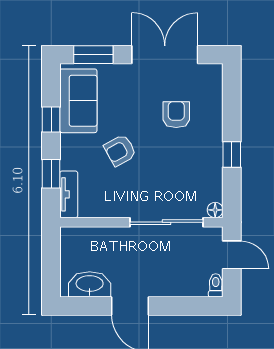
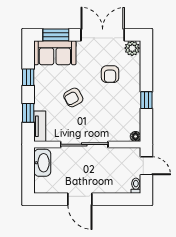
plant: (210, 75) -> (132, 48), added
sofa: (78, 101) -> (55, 53), moved, turned 90
armchair: (176, 115) -> (110, 74), turned 180
sliding door: (167, 222) -> (84, 144), moved
washbasin: (90, 284) -> (42, 163), moved, turned 90

